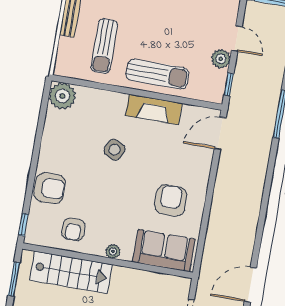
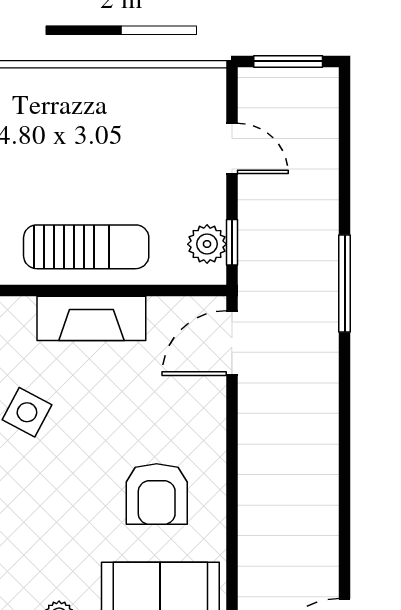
plant: (221, 59) -> (207, 244), moved
armchair: (171, 201) -> (157, 494), turned 180

